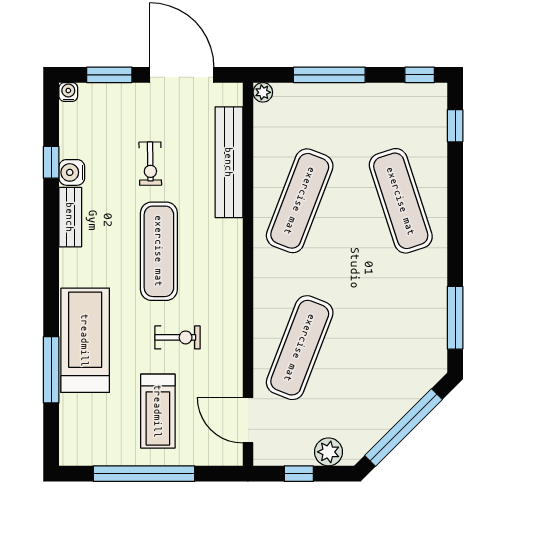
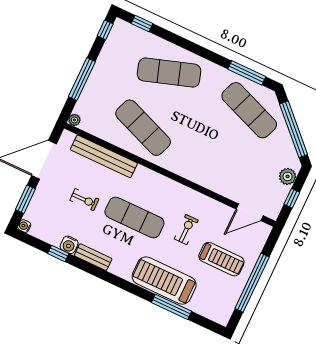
exercise mat: (300, 348) -> (249, 110), moved

